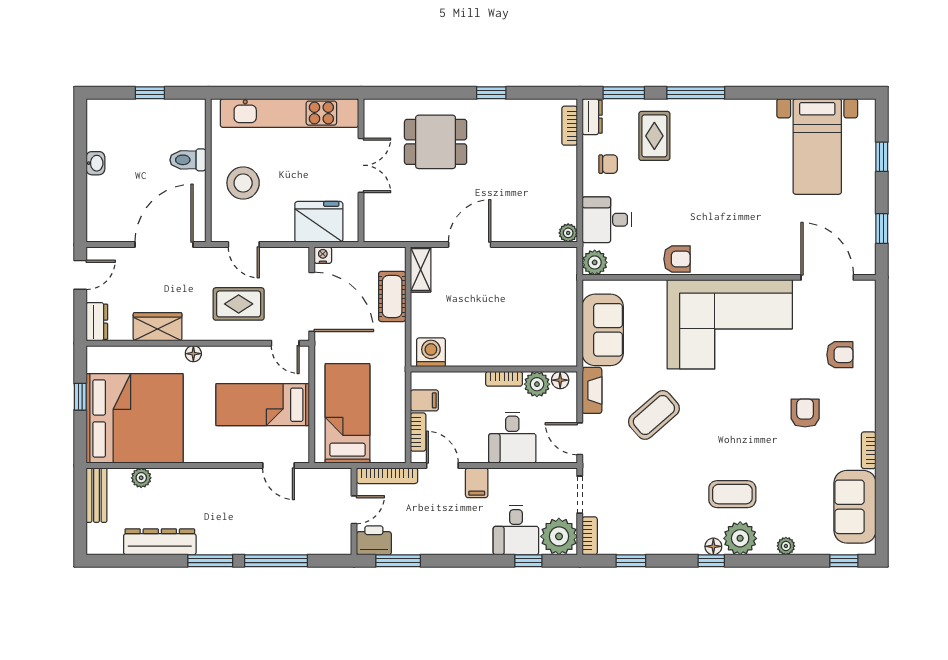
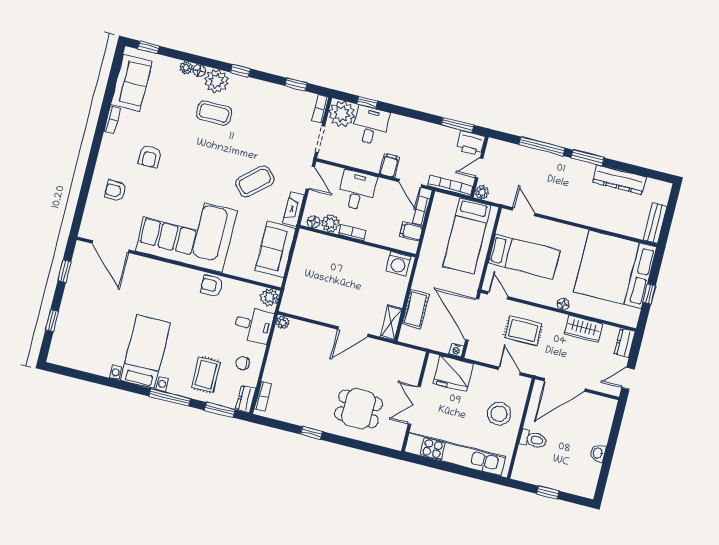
bed with nightstands: (817, 146) -> (146, 352), moved
plant: (141, 478) -> (482, 192), moved
floor lamp: (713, 546) -> (199, 71), moved

